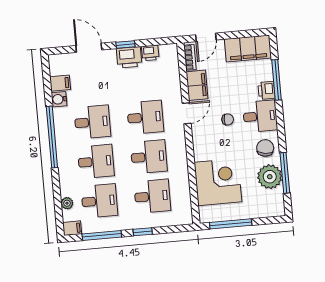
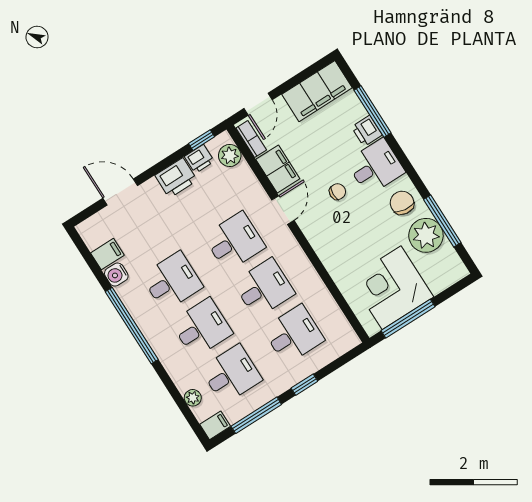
window: (125, 44) -> (202, 140), moved
plant: (171, 61) -> (230, 156), added
corner desk: (218, 182) -> (392, 288), moved, turned -90

